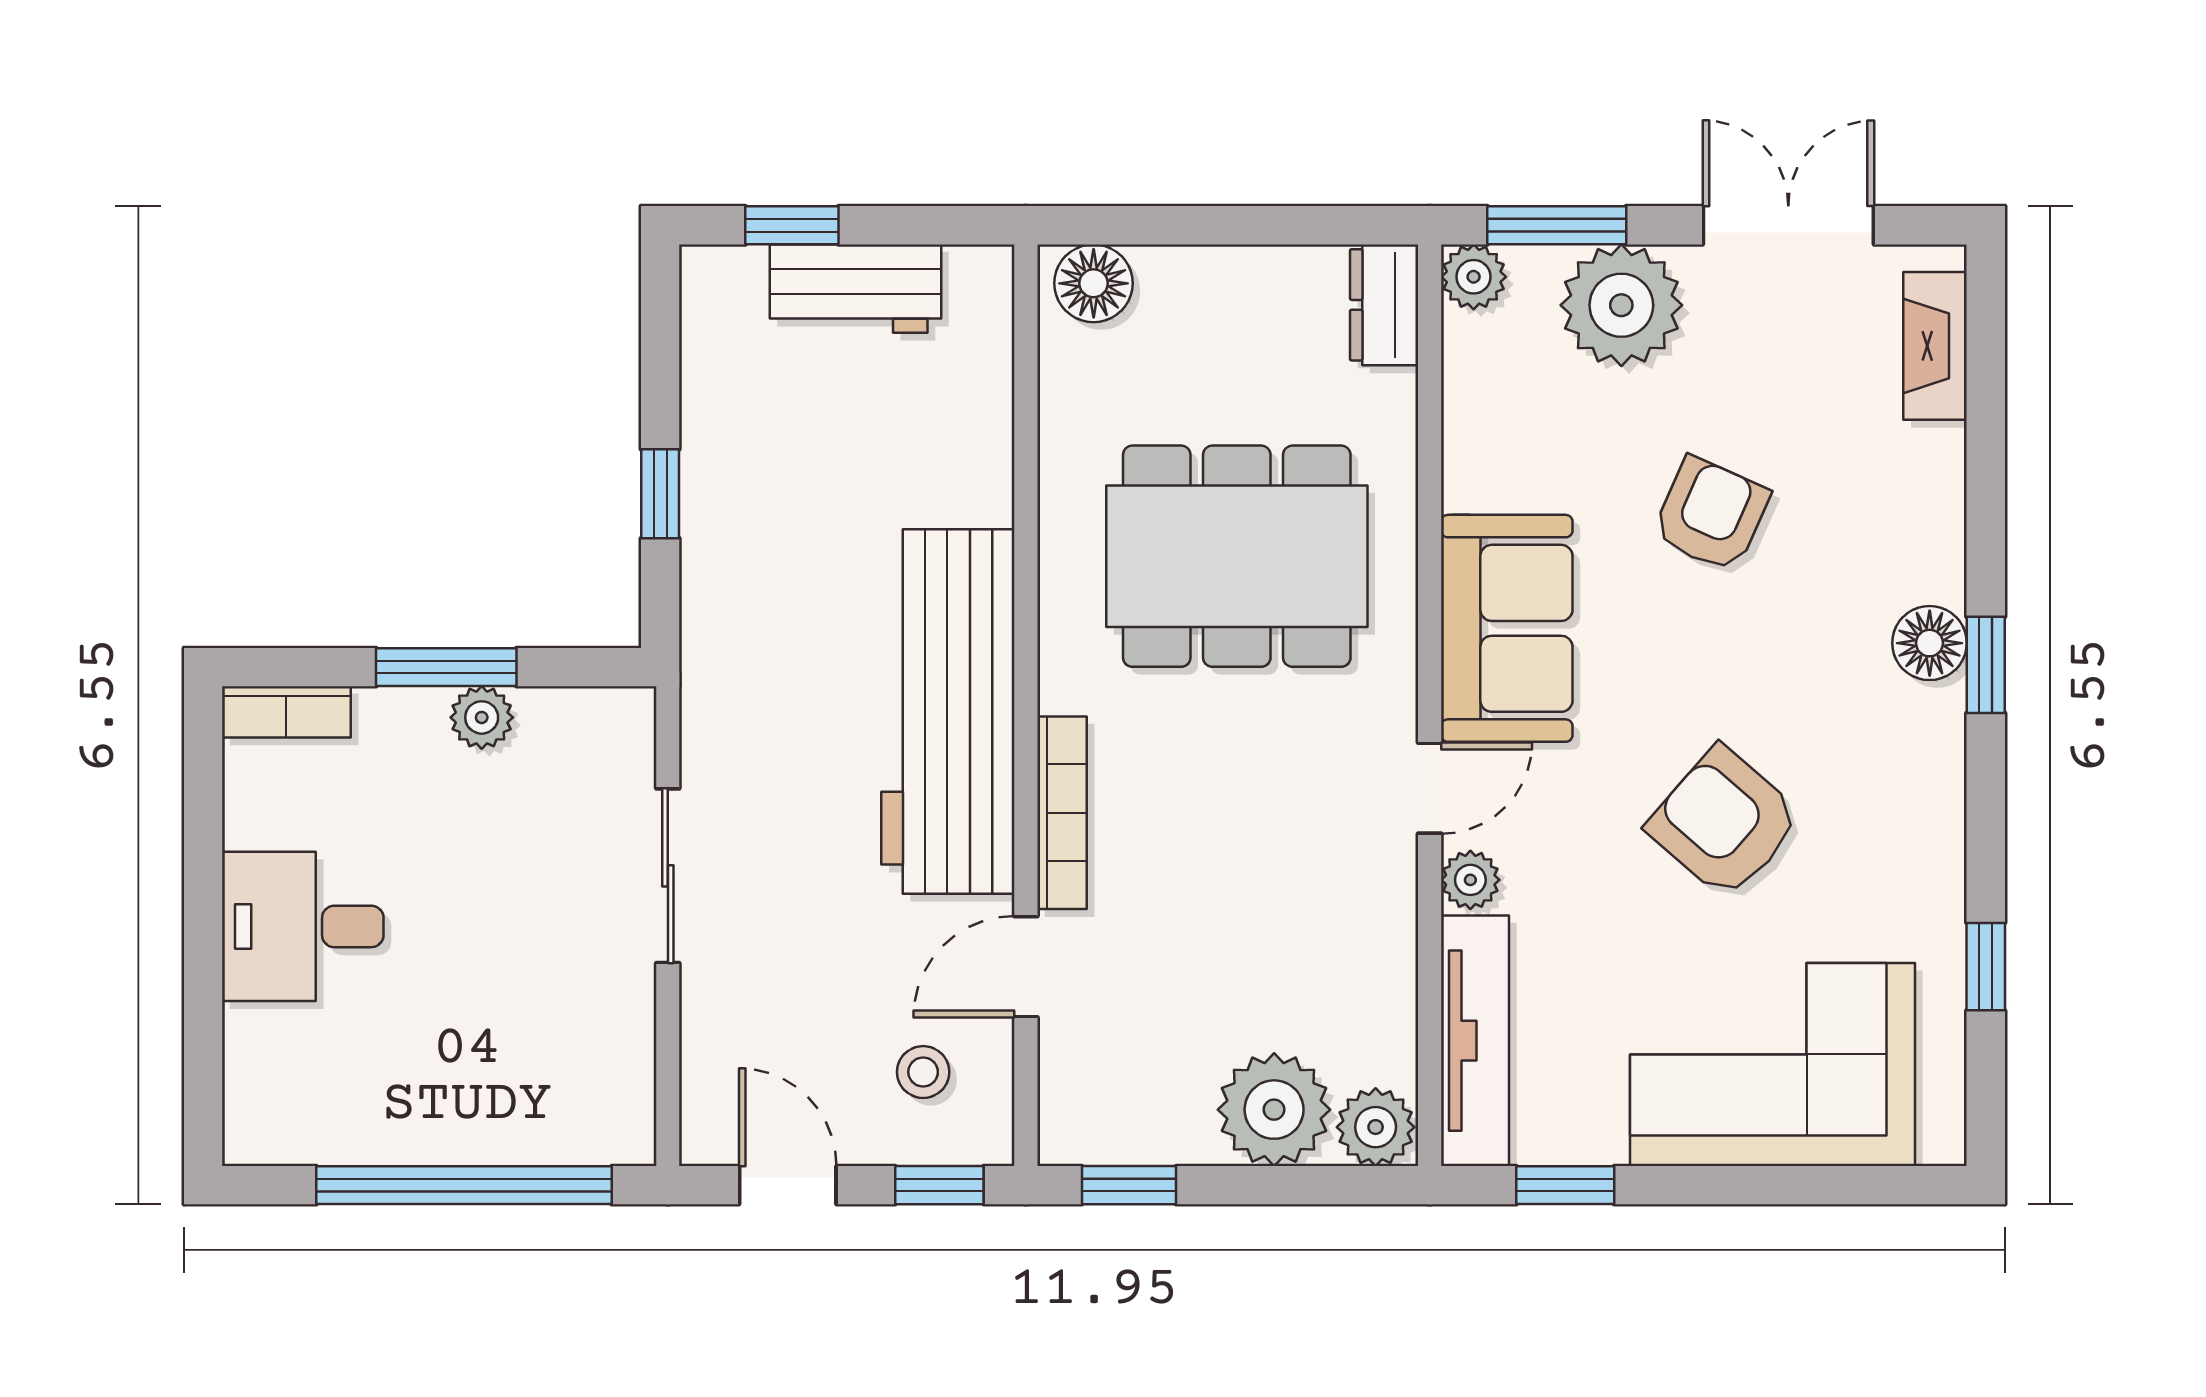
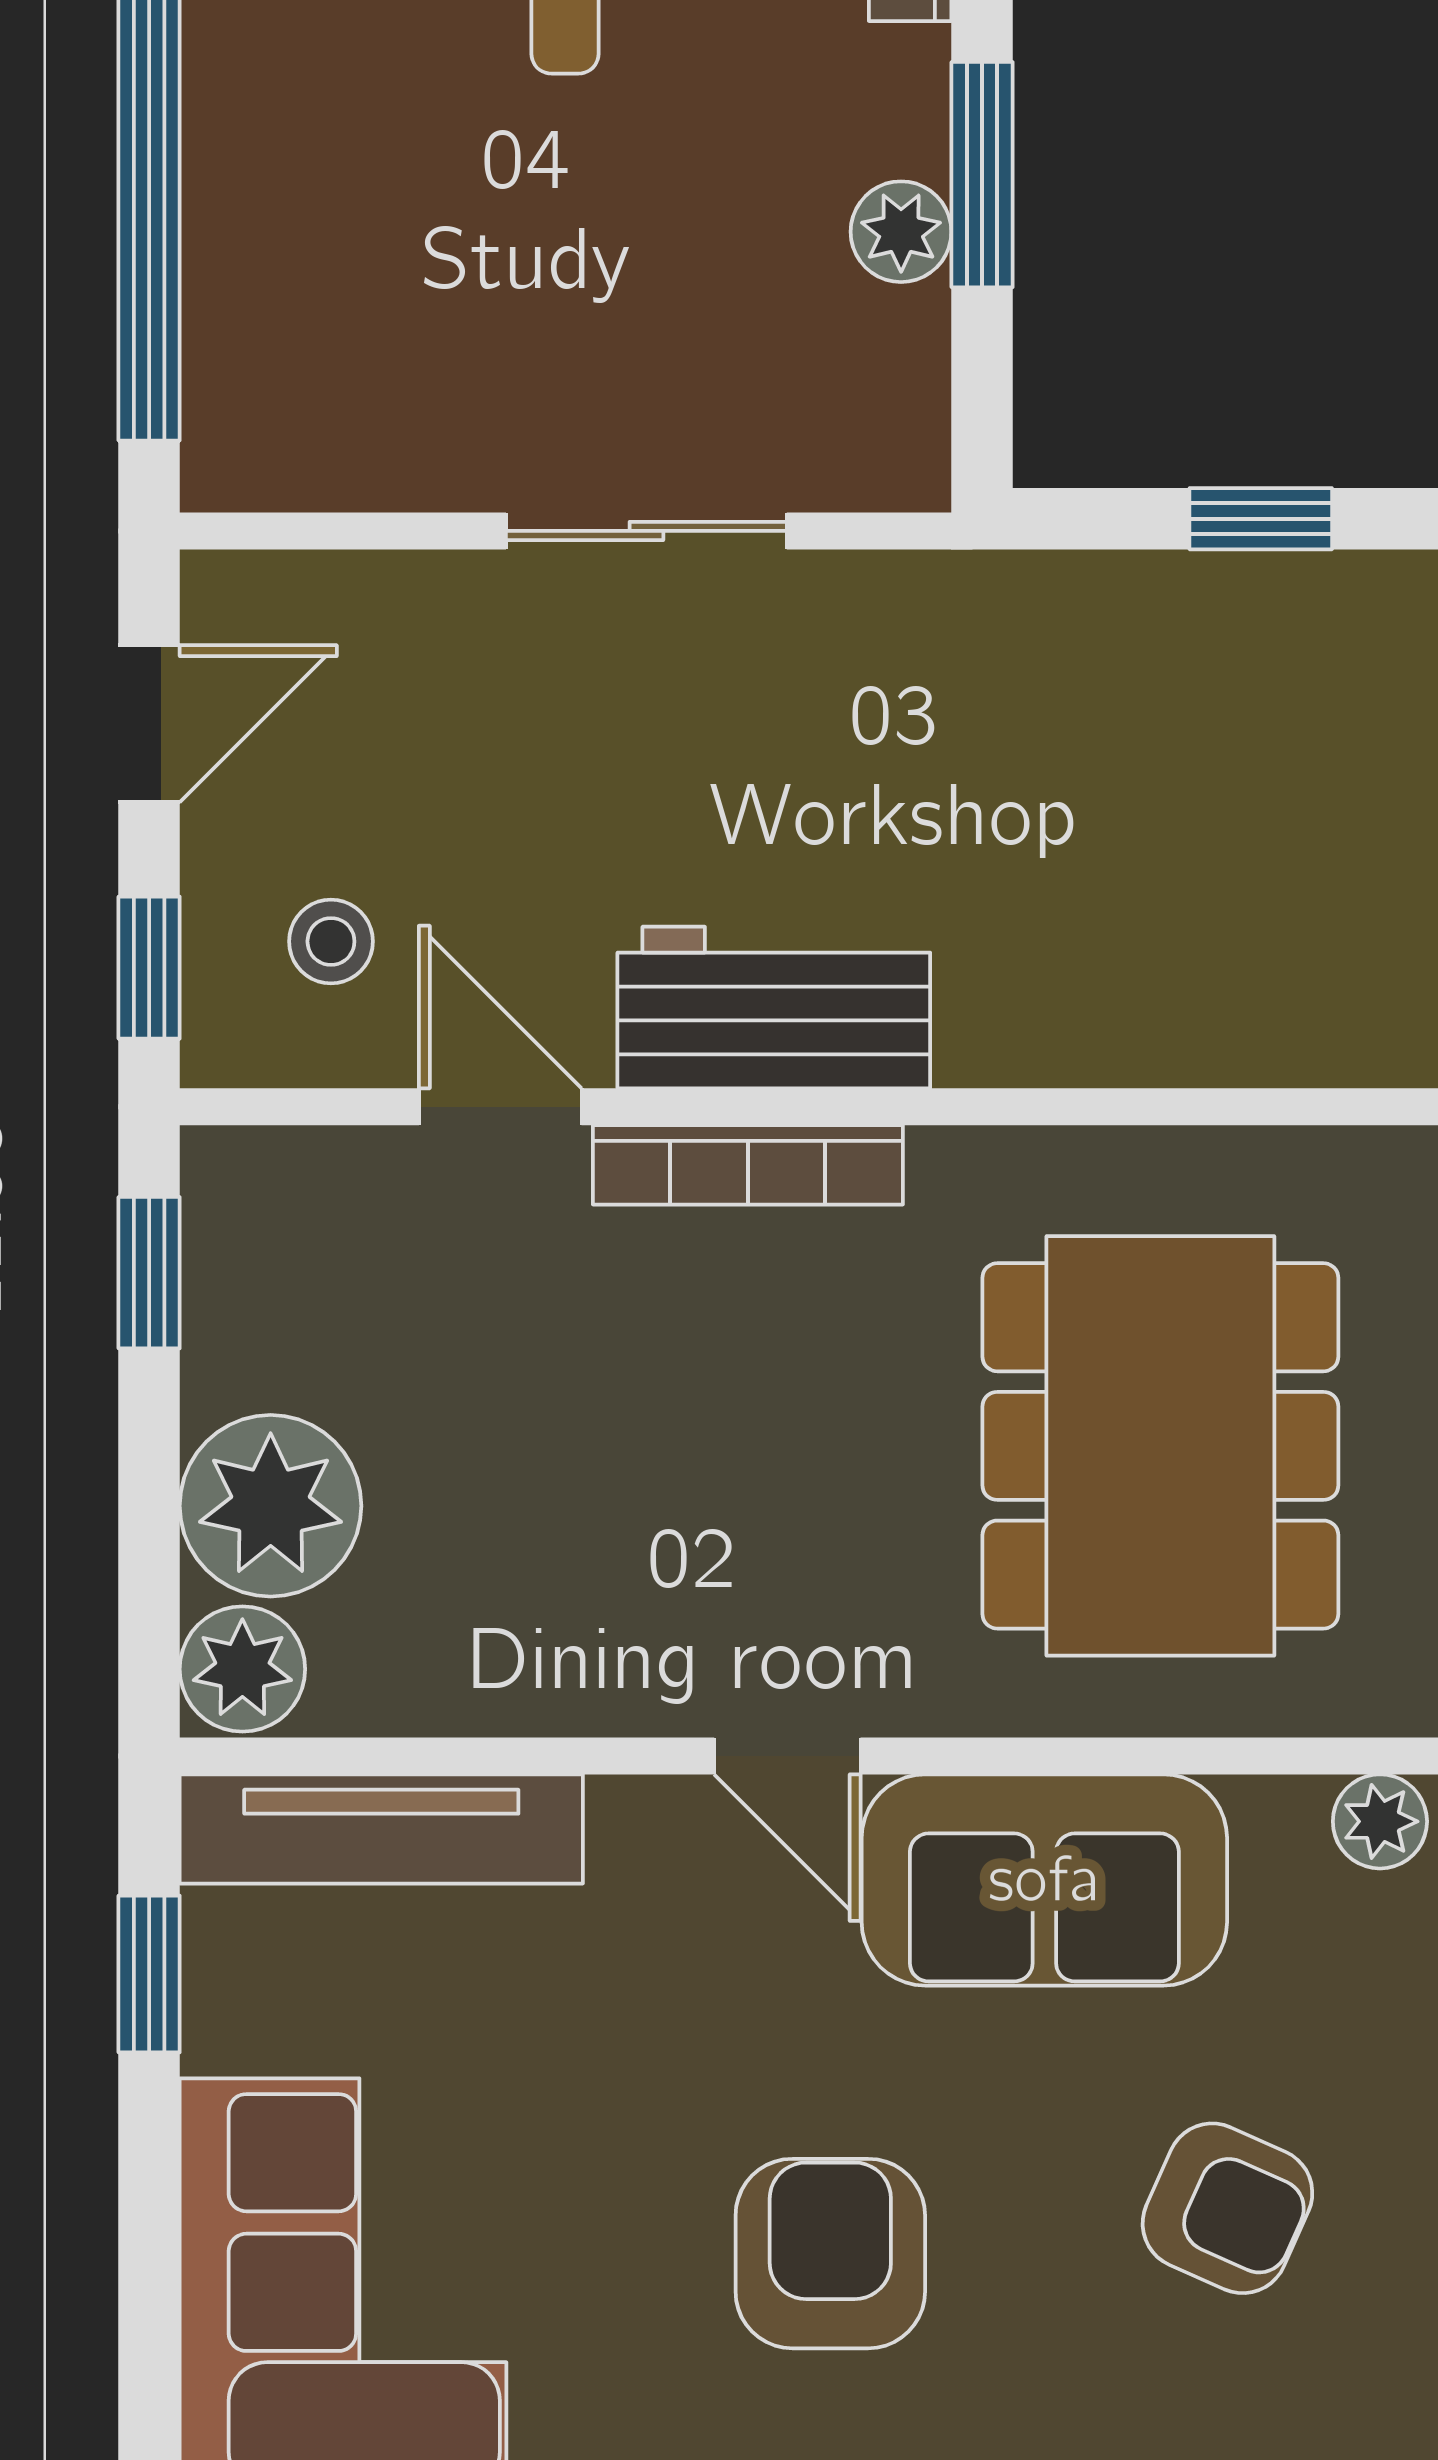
workbench: (948, 711) -> (774, 1008), width x0.53, depth x0.76
armchair: (1724, 822) -> (830, 2254), moved, turned -41
plant: (1470, 880) -> (1380, 1821), moved

